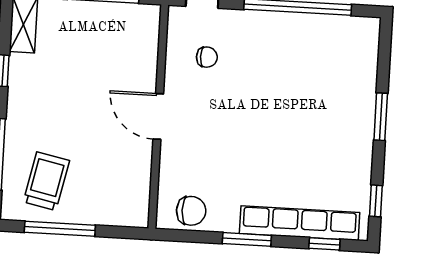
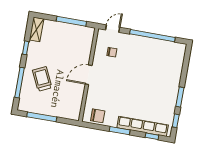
door: (158, 117) -> (89, 75), hinge flipped
window: (381, 117) -> (180, 97), moved
trolley: (46, 181) -> (42, 79), moved, turned -37

